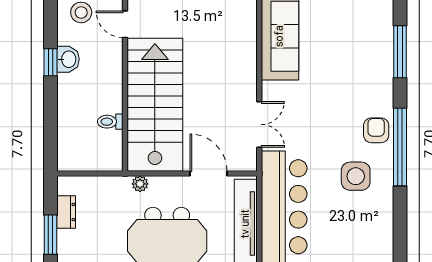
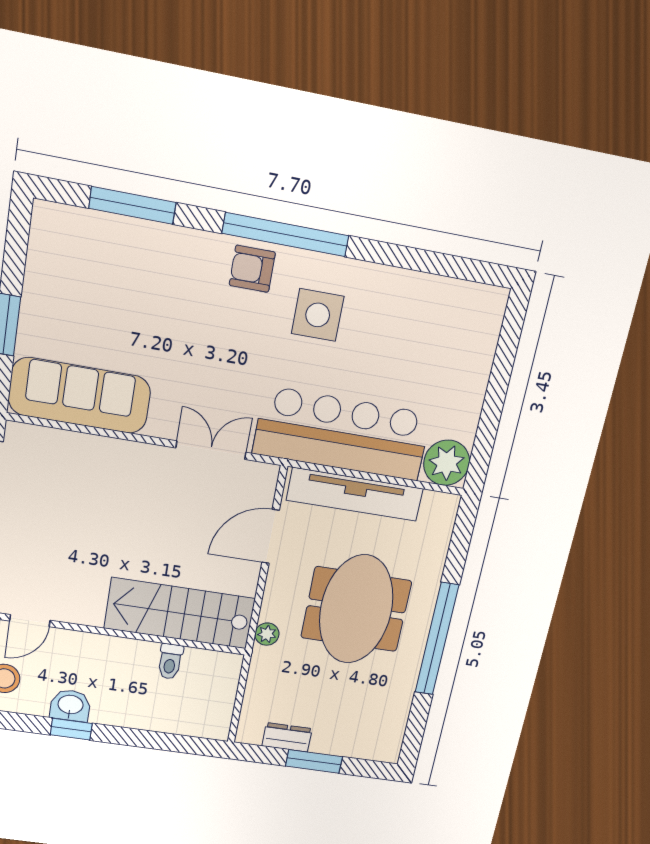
stairs: (155, 105) -> (180, 613), width x0.73, depth x0.66

